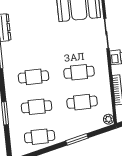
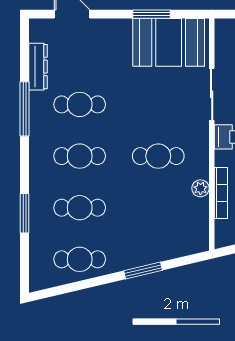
cafe table: (82, 102) -> (80, 104), moved
plant: (109, 119) -> (200, 188), moved

